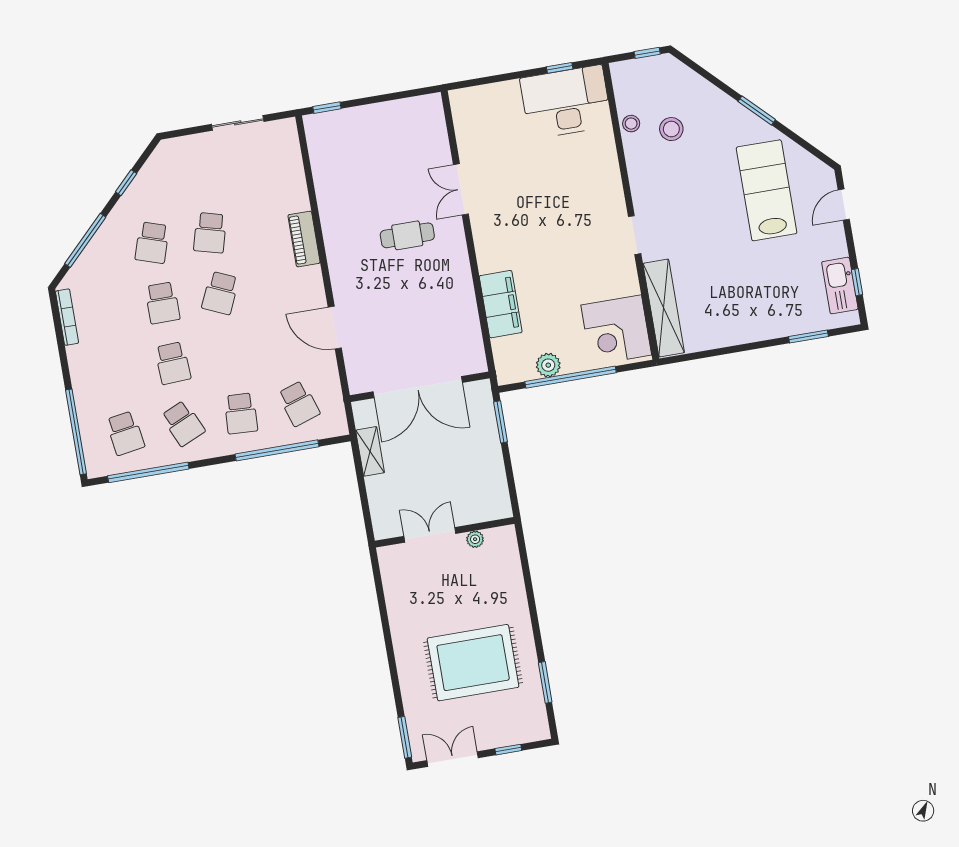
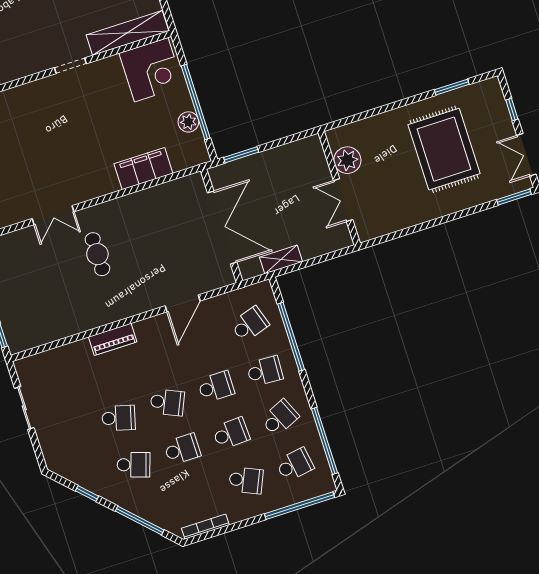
school desk: (231, 353) -> (216, 387), added
school desk: (115, 373) -> (246, 480), added
plant: (475, 539) -> (347, 160), width x1.88, depth x1.88

